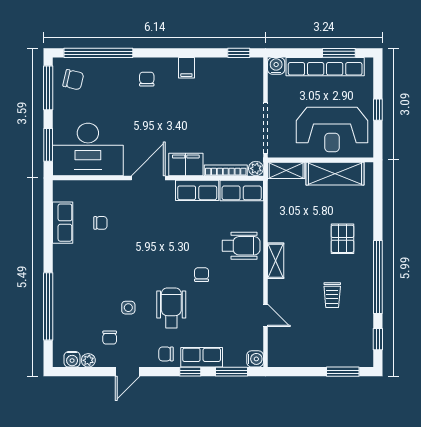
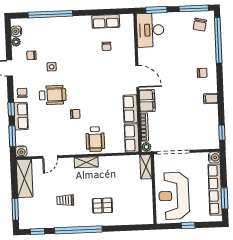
desk: (88, 149) -> (150, 30), width x0.73, depth x0.77
shelving: (335, 174) -> (25, 178), moved

